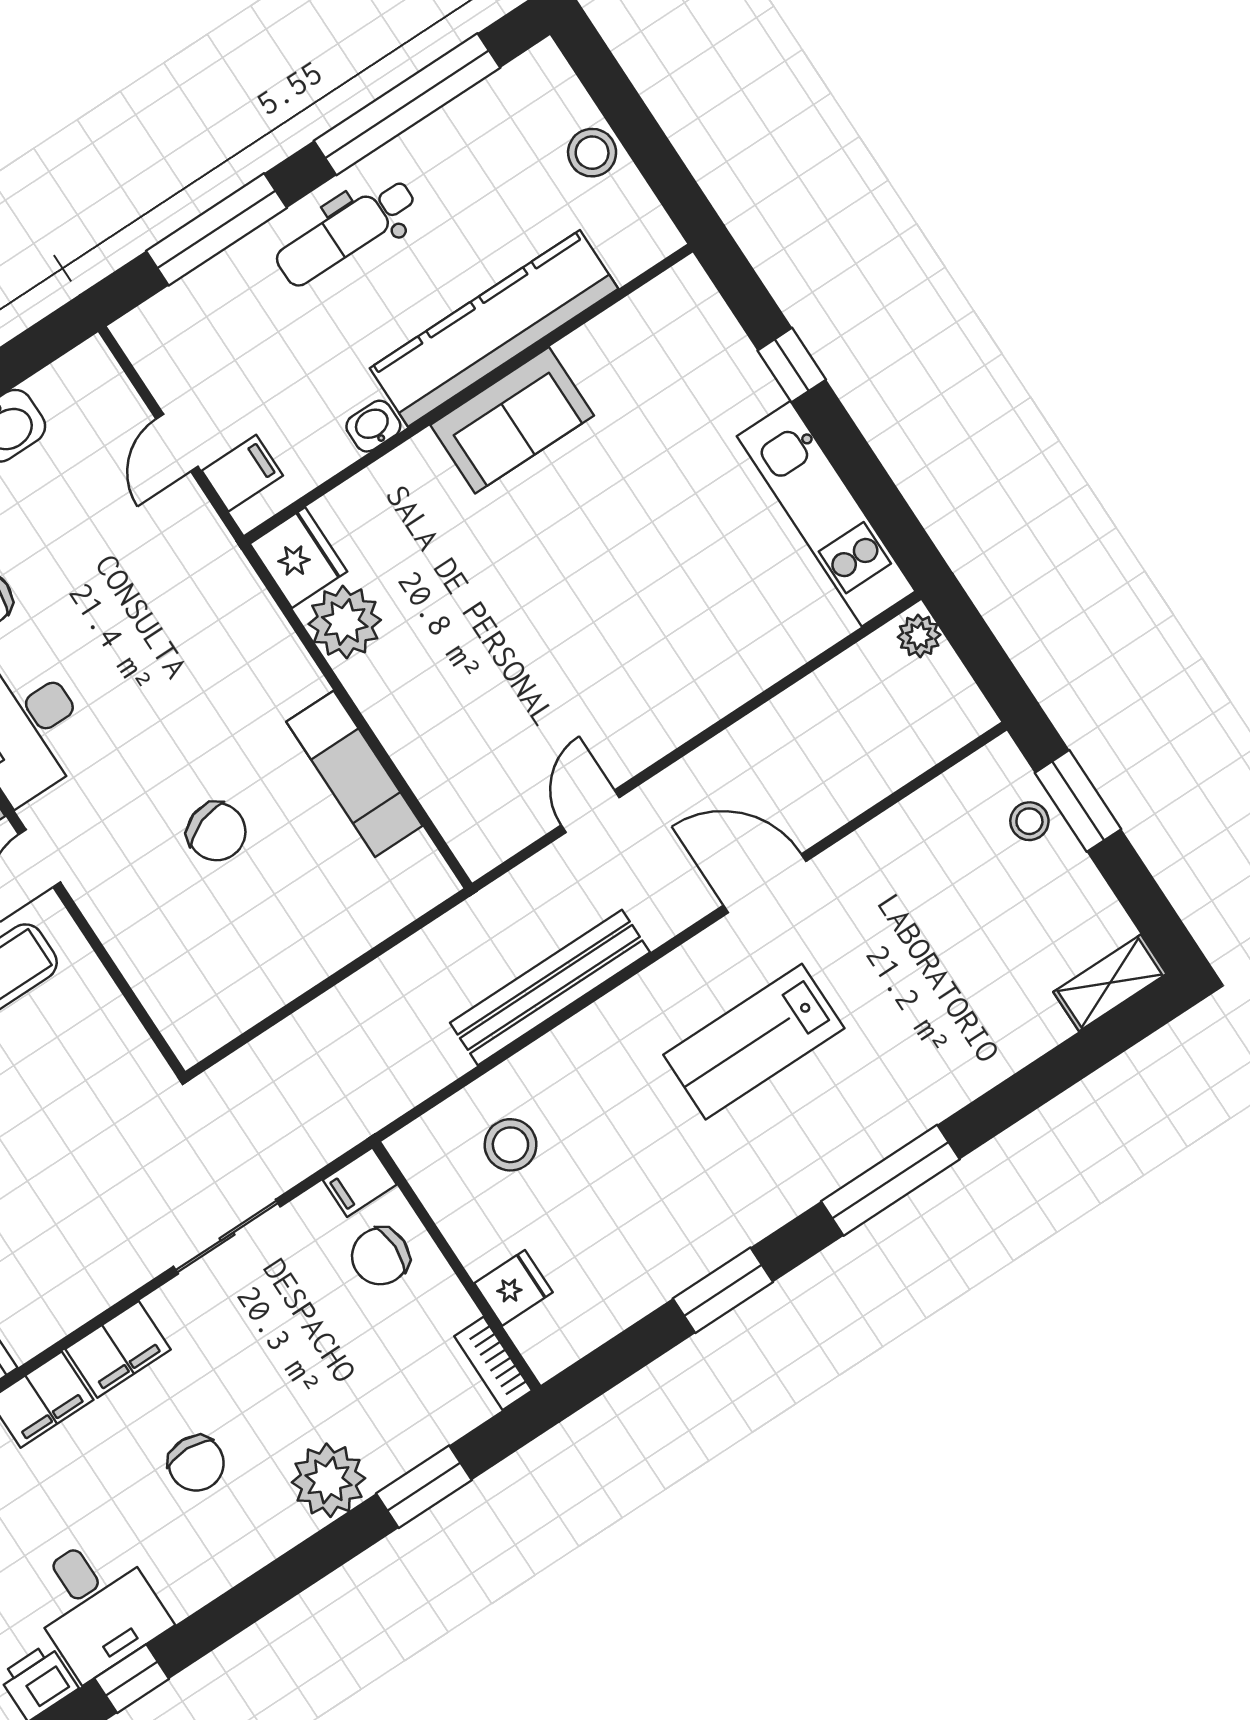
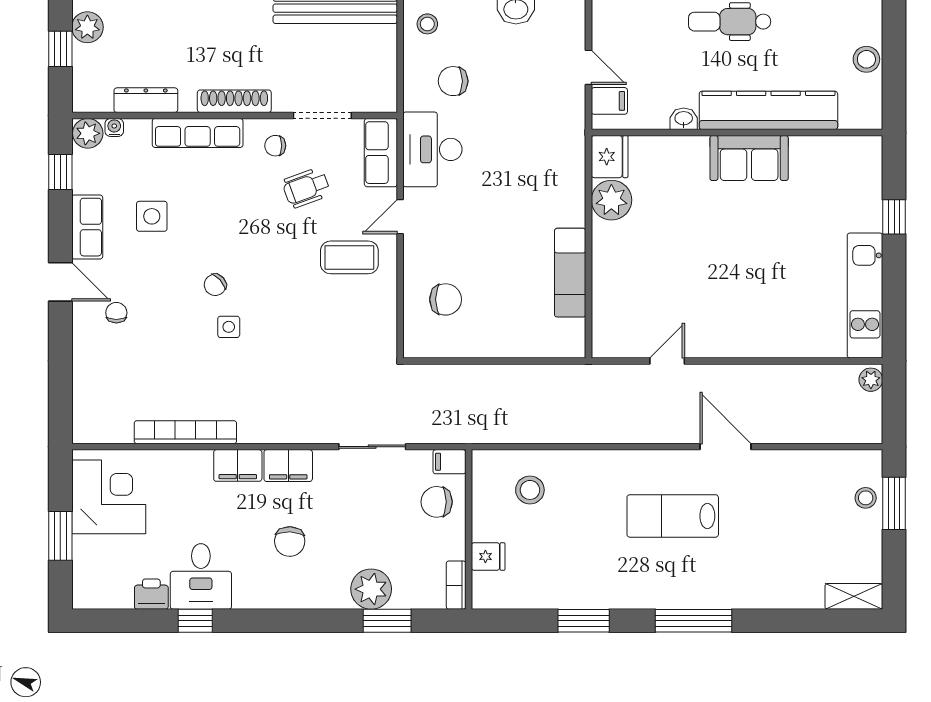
door: (177, 443) -> (589, 67), swing flipped
chair: (217, 832) -> (446, 299), moved, turned -70
bench: (550, 987) -> (595, 430), removed
plant: (328, 1480) -> (371, 589), moved

